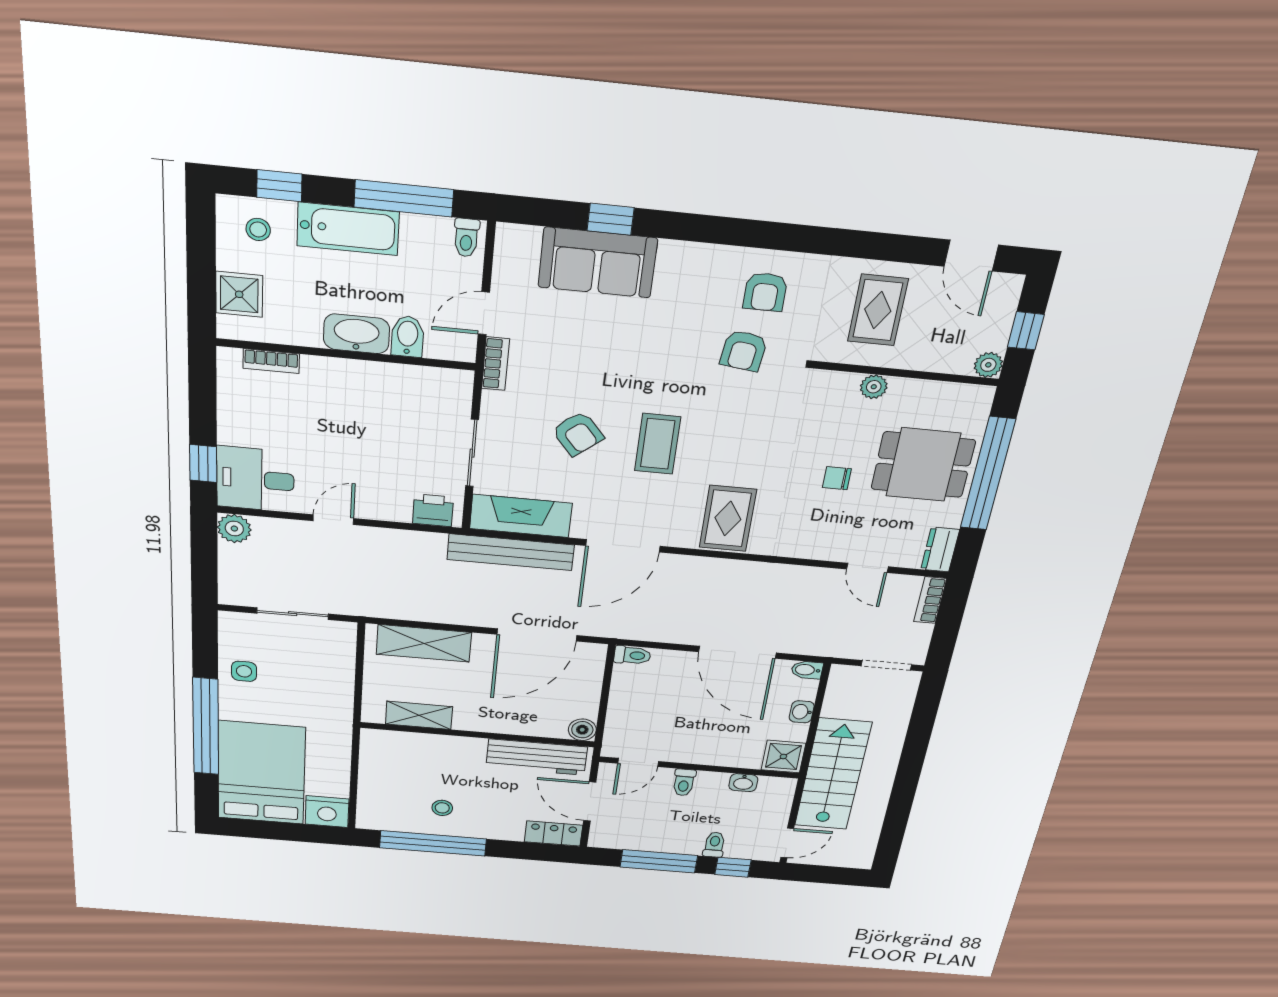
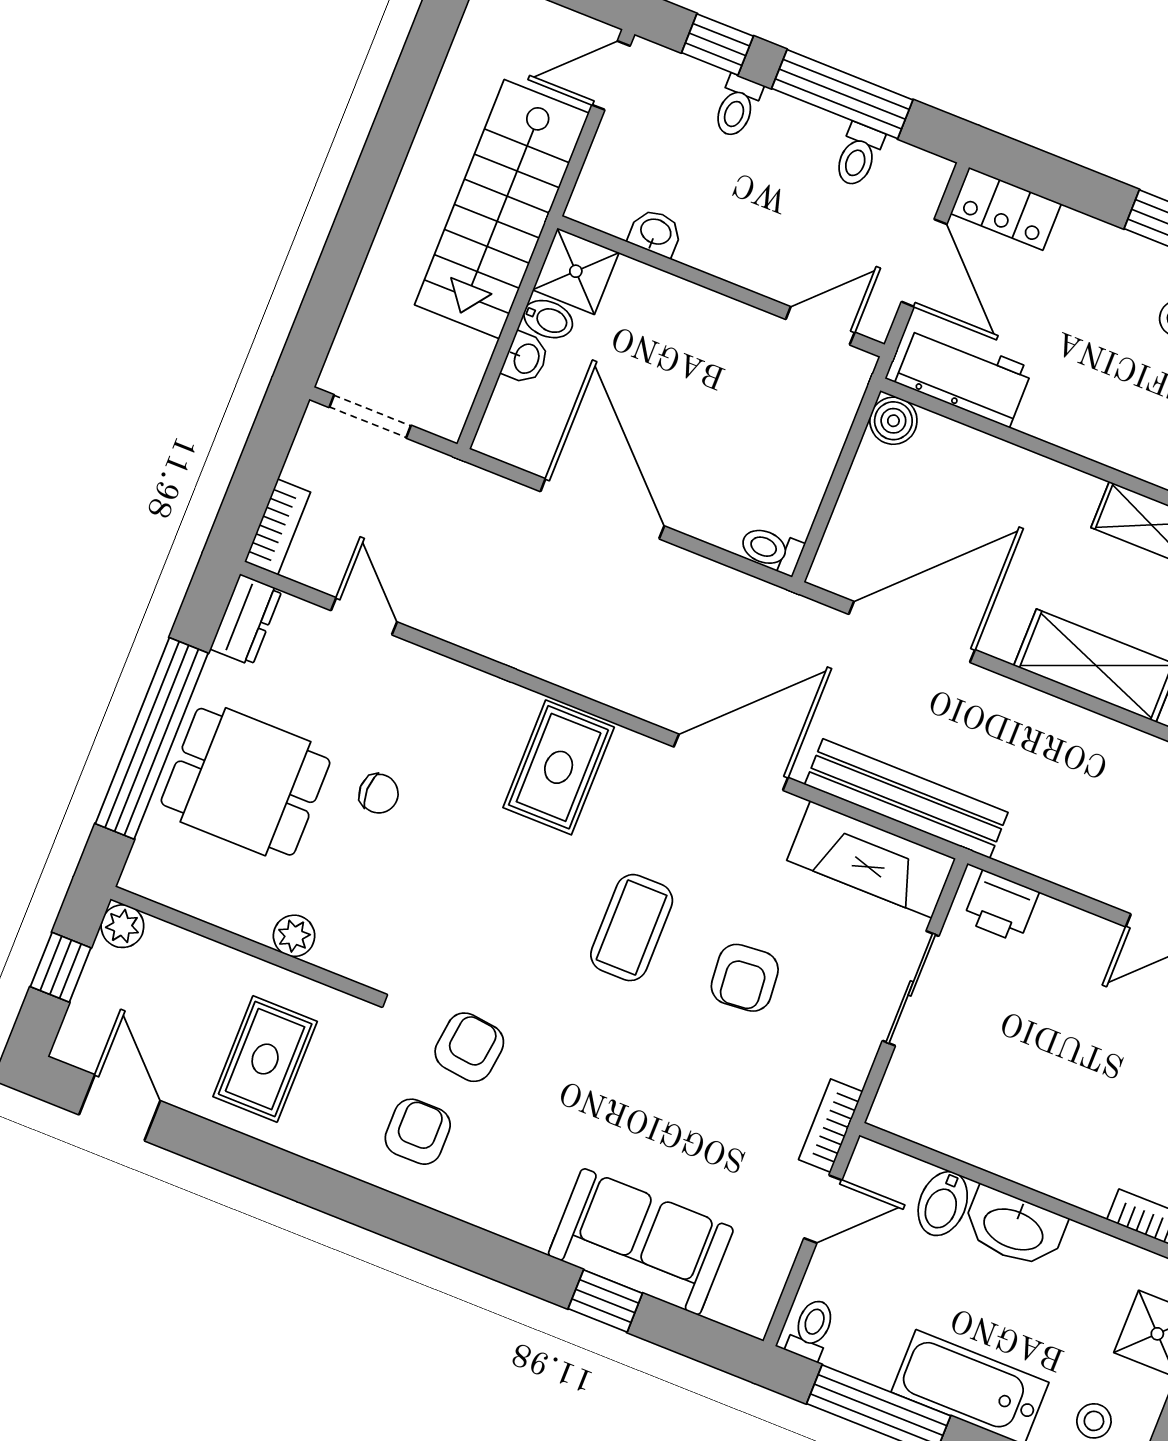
armchair: (578, 434) -> (745, 978), turned -145
bidet: (807, 670) -> (548, 319), moved
workbench: (537, 757) -> (964, 376), width x0.73
toilet: (684, 782) -> (858, 155), moved, turned 180

